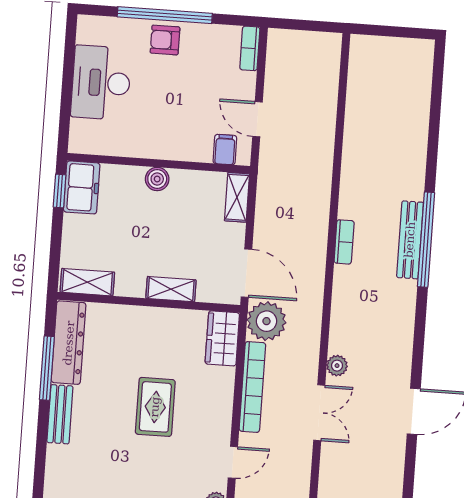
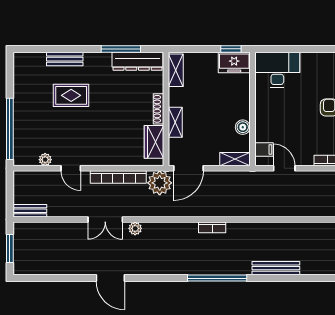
desk: (101, 83) -> (277, 70), moved
door: (257, 119) -> (284, 168), hinge flipped
boiler: (157, 179) -> (243, 127), moved
bench: (410, 240) -> (276, 268), moved
shoe rack: (147, 315) -> (158, 109), added
wardrobe: (222, 338) -> (154, 142), moved, turned -90
rug: (155, 407) -> (71, 95), moved
bench: (60, 414) -> (65, 59), moved

